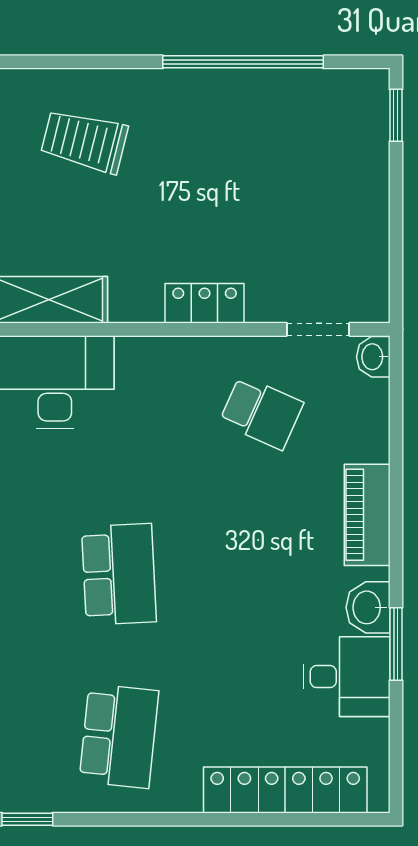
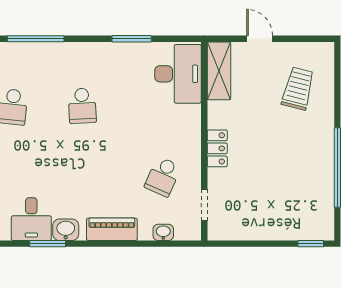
washbasin: (373, 357) -> (163, 232), moved
school desk: (119, 574) -> (82, 106), width x0.54

